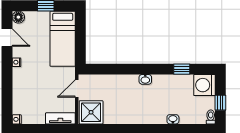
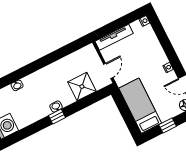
window: (182, 69) -> (57, 117), moved
shower: (91, 112) -> (82, 87), moved
tv unit: (60, 118) -> (114, 37), width x1.41

